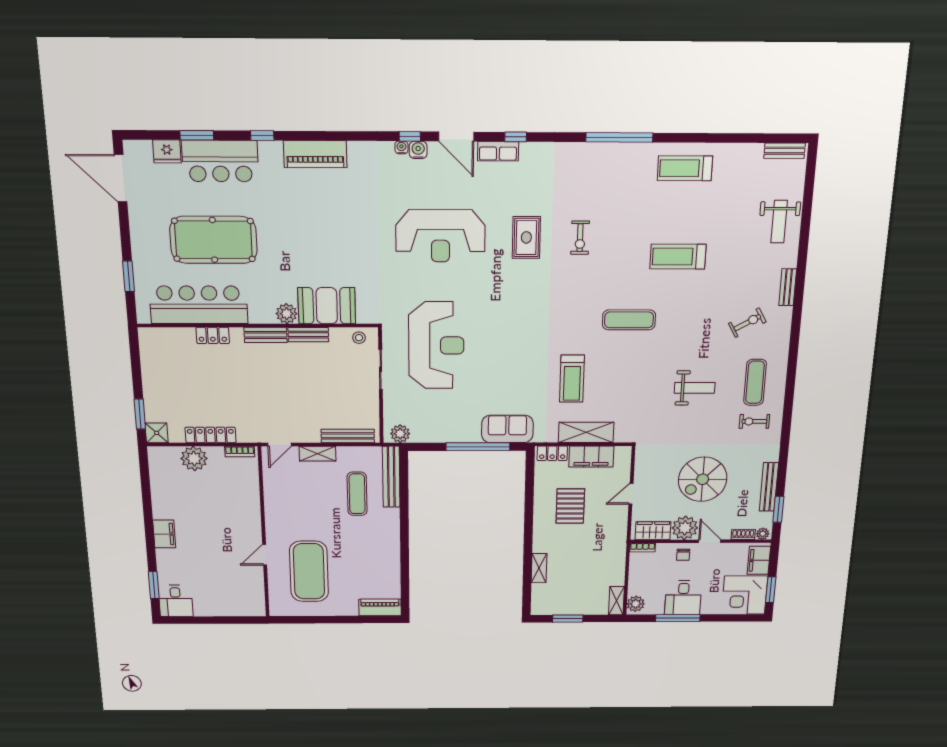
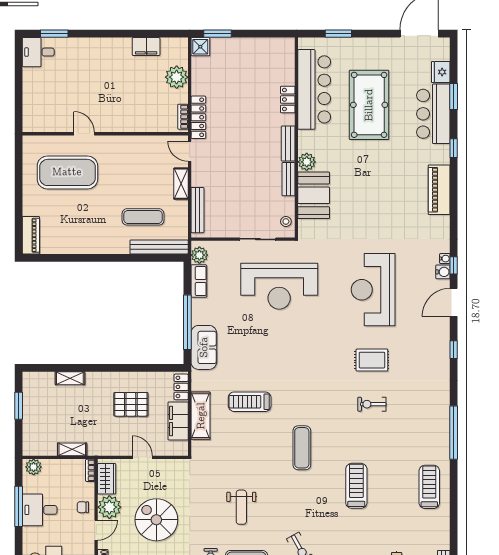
row of seats: (498, 151) -> (199, 281), moved, turned 180
locker: (211, 435) -> (198, 117), moved
filing cabinet: (164, 534) -> (146, 47), moved
shelving: (616, 601) -> (72, 449), moved

